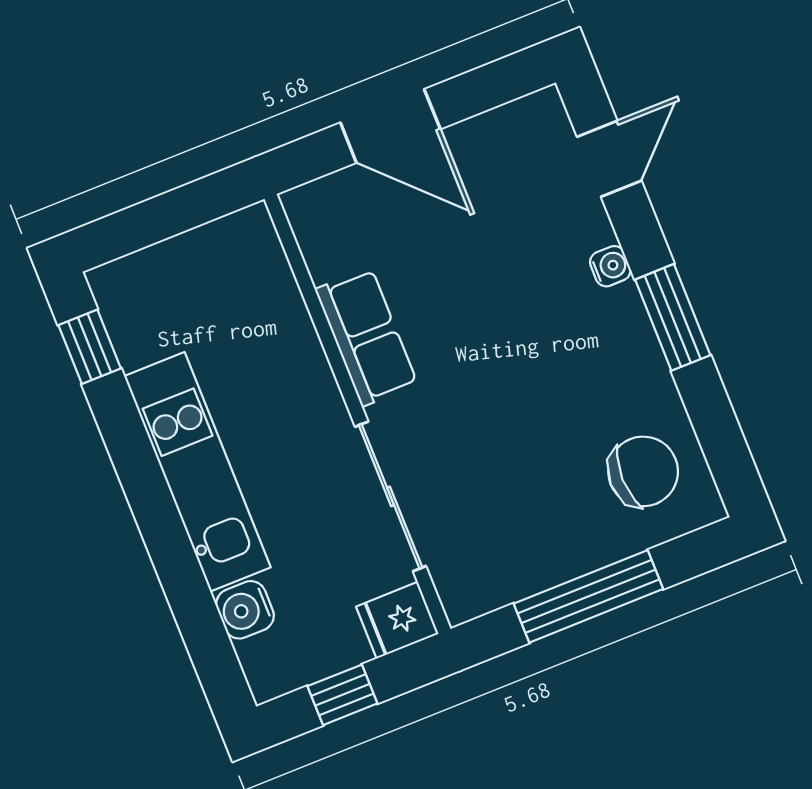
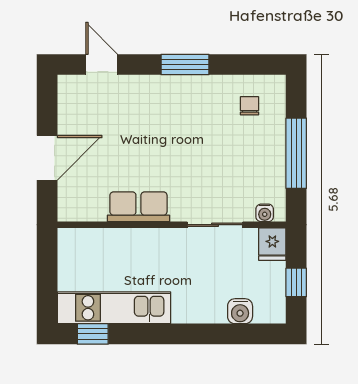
water cooler: (610, 266) -> (265, 213), moved, turned 180
chair: (643, 471) -> (249, 106), width x0.54, depth x0.54
kitchen unit: (197, 472) -> (114, 308), moved
sliding door: (391, 496) -> (215, 225), width x0.73

